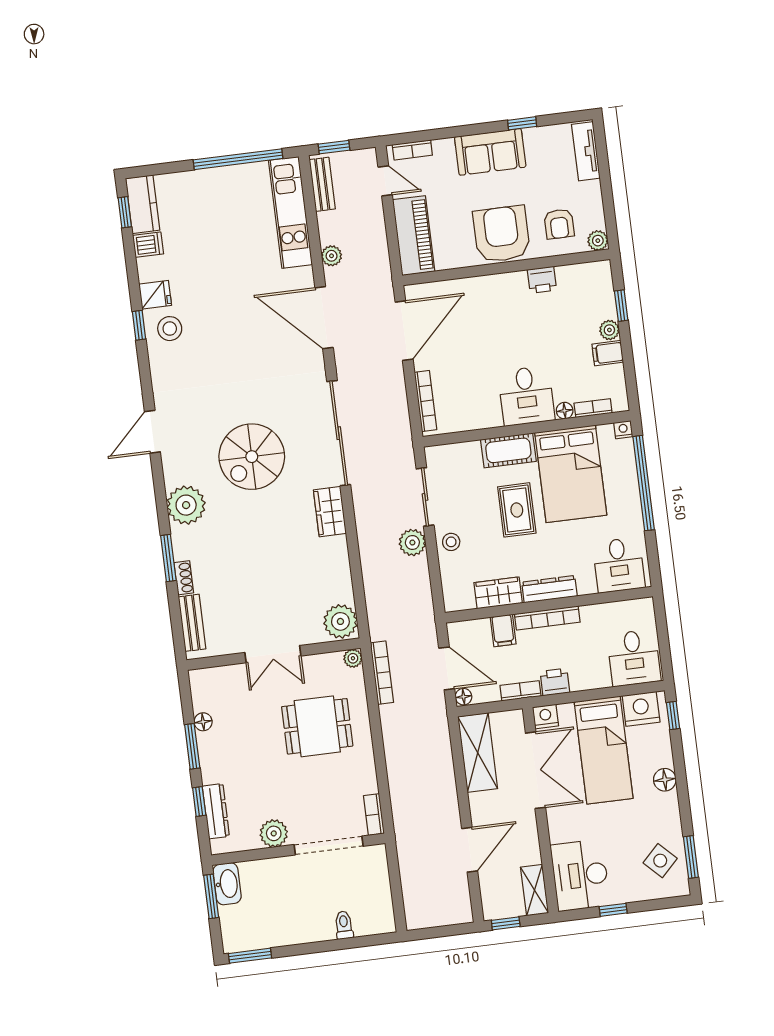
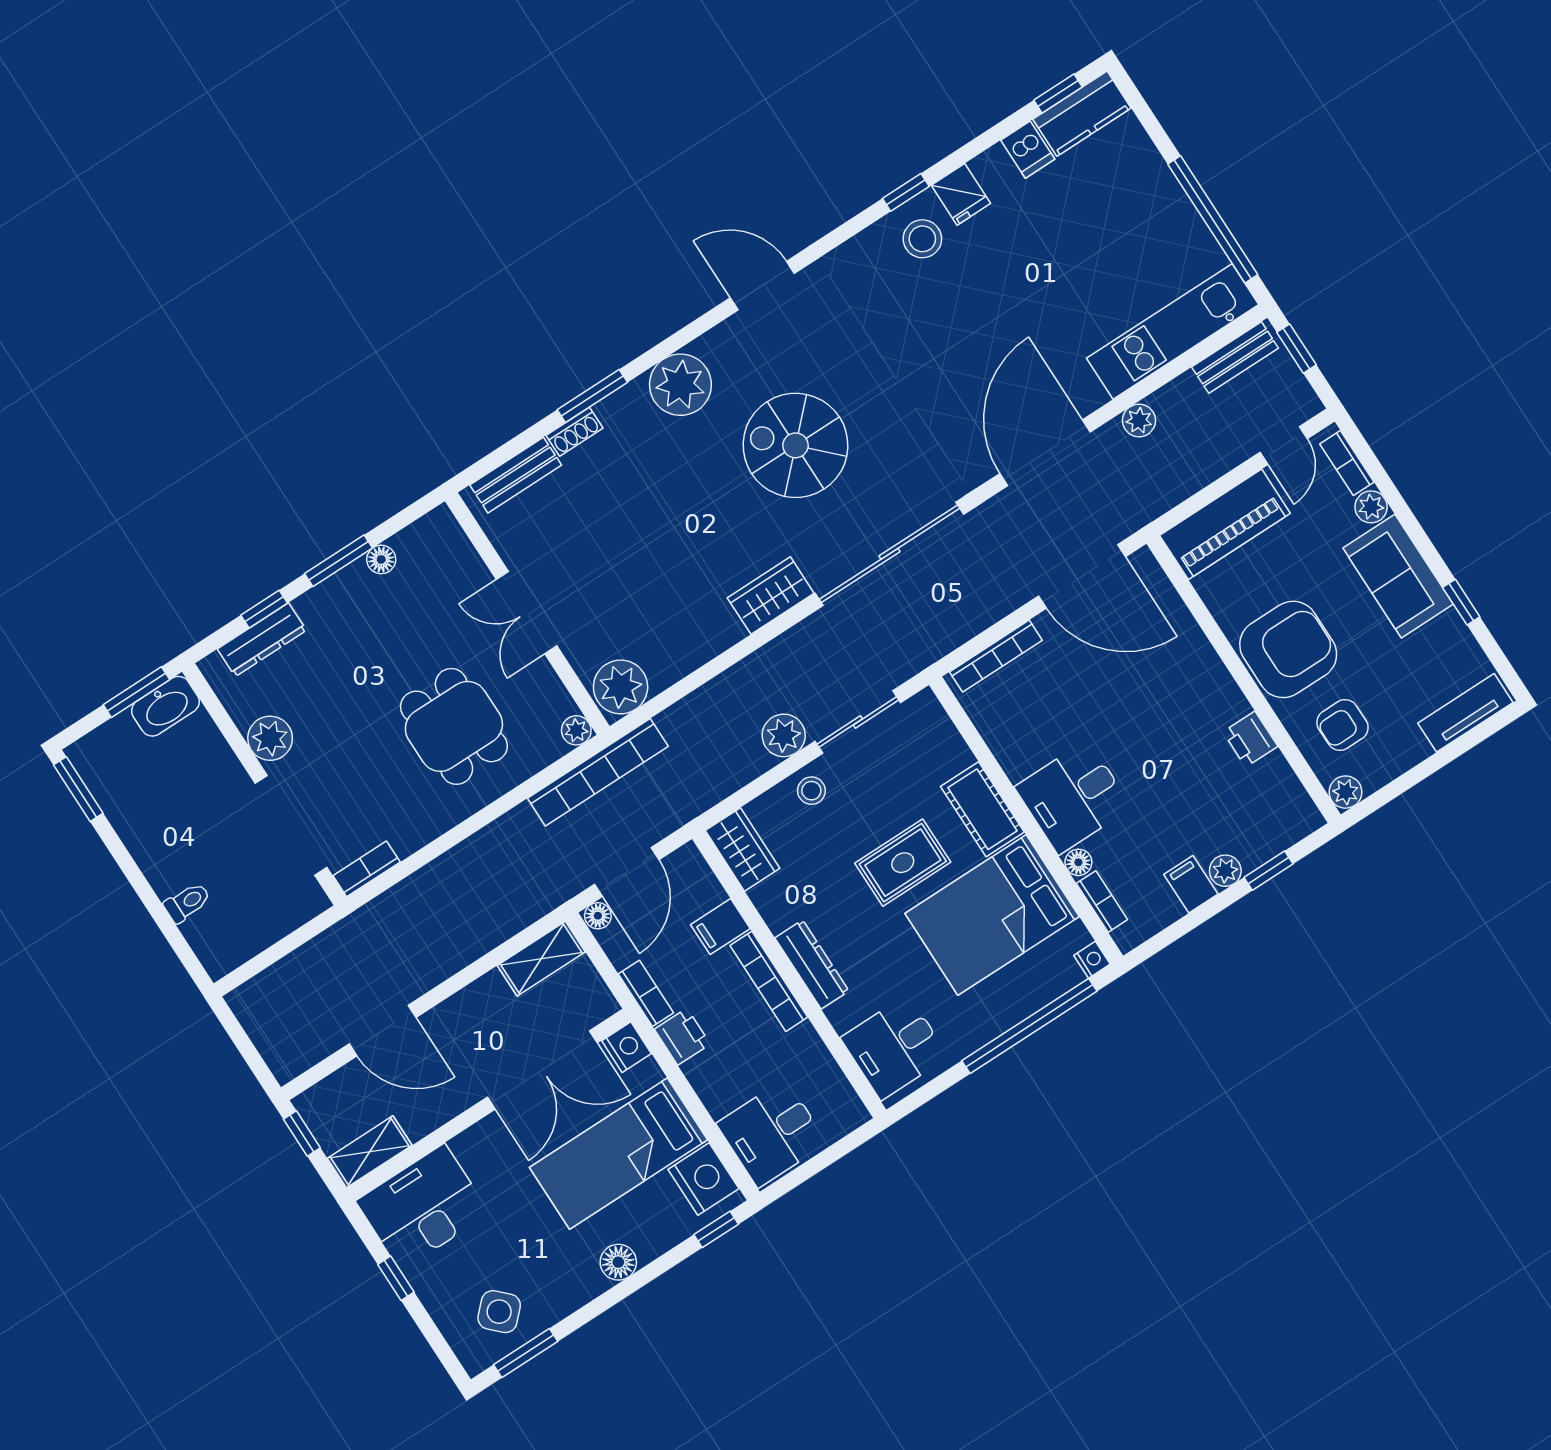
plant: (444, 148) -> (1371, 507), added
wardrobe: (498, 593) -> (742, 849), moved
bookcase: (382, 673) -> (598, 772), width x1.48, depth x1.31
shelving: (478, 753) -> (541, 959), width x0.67, depth x0.75

